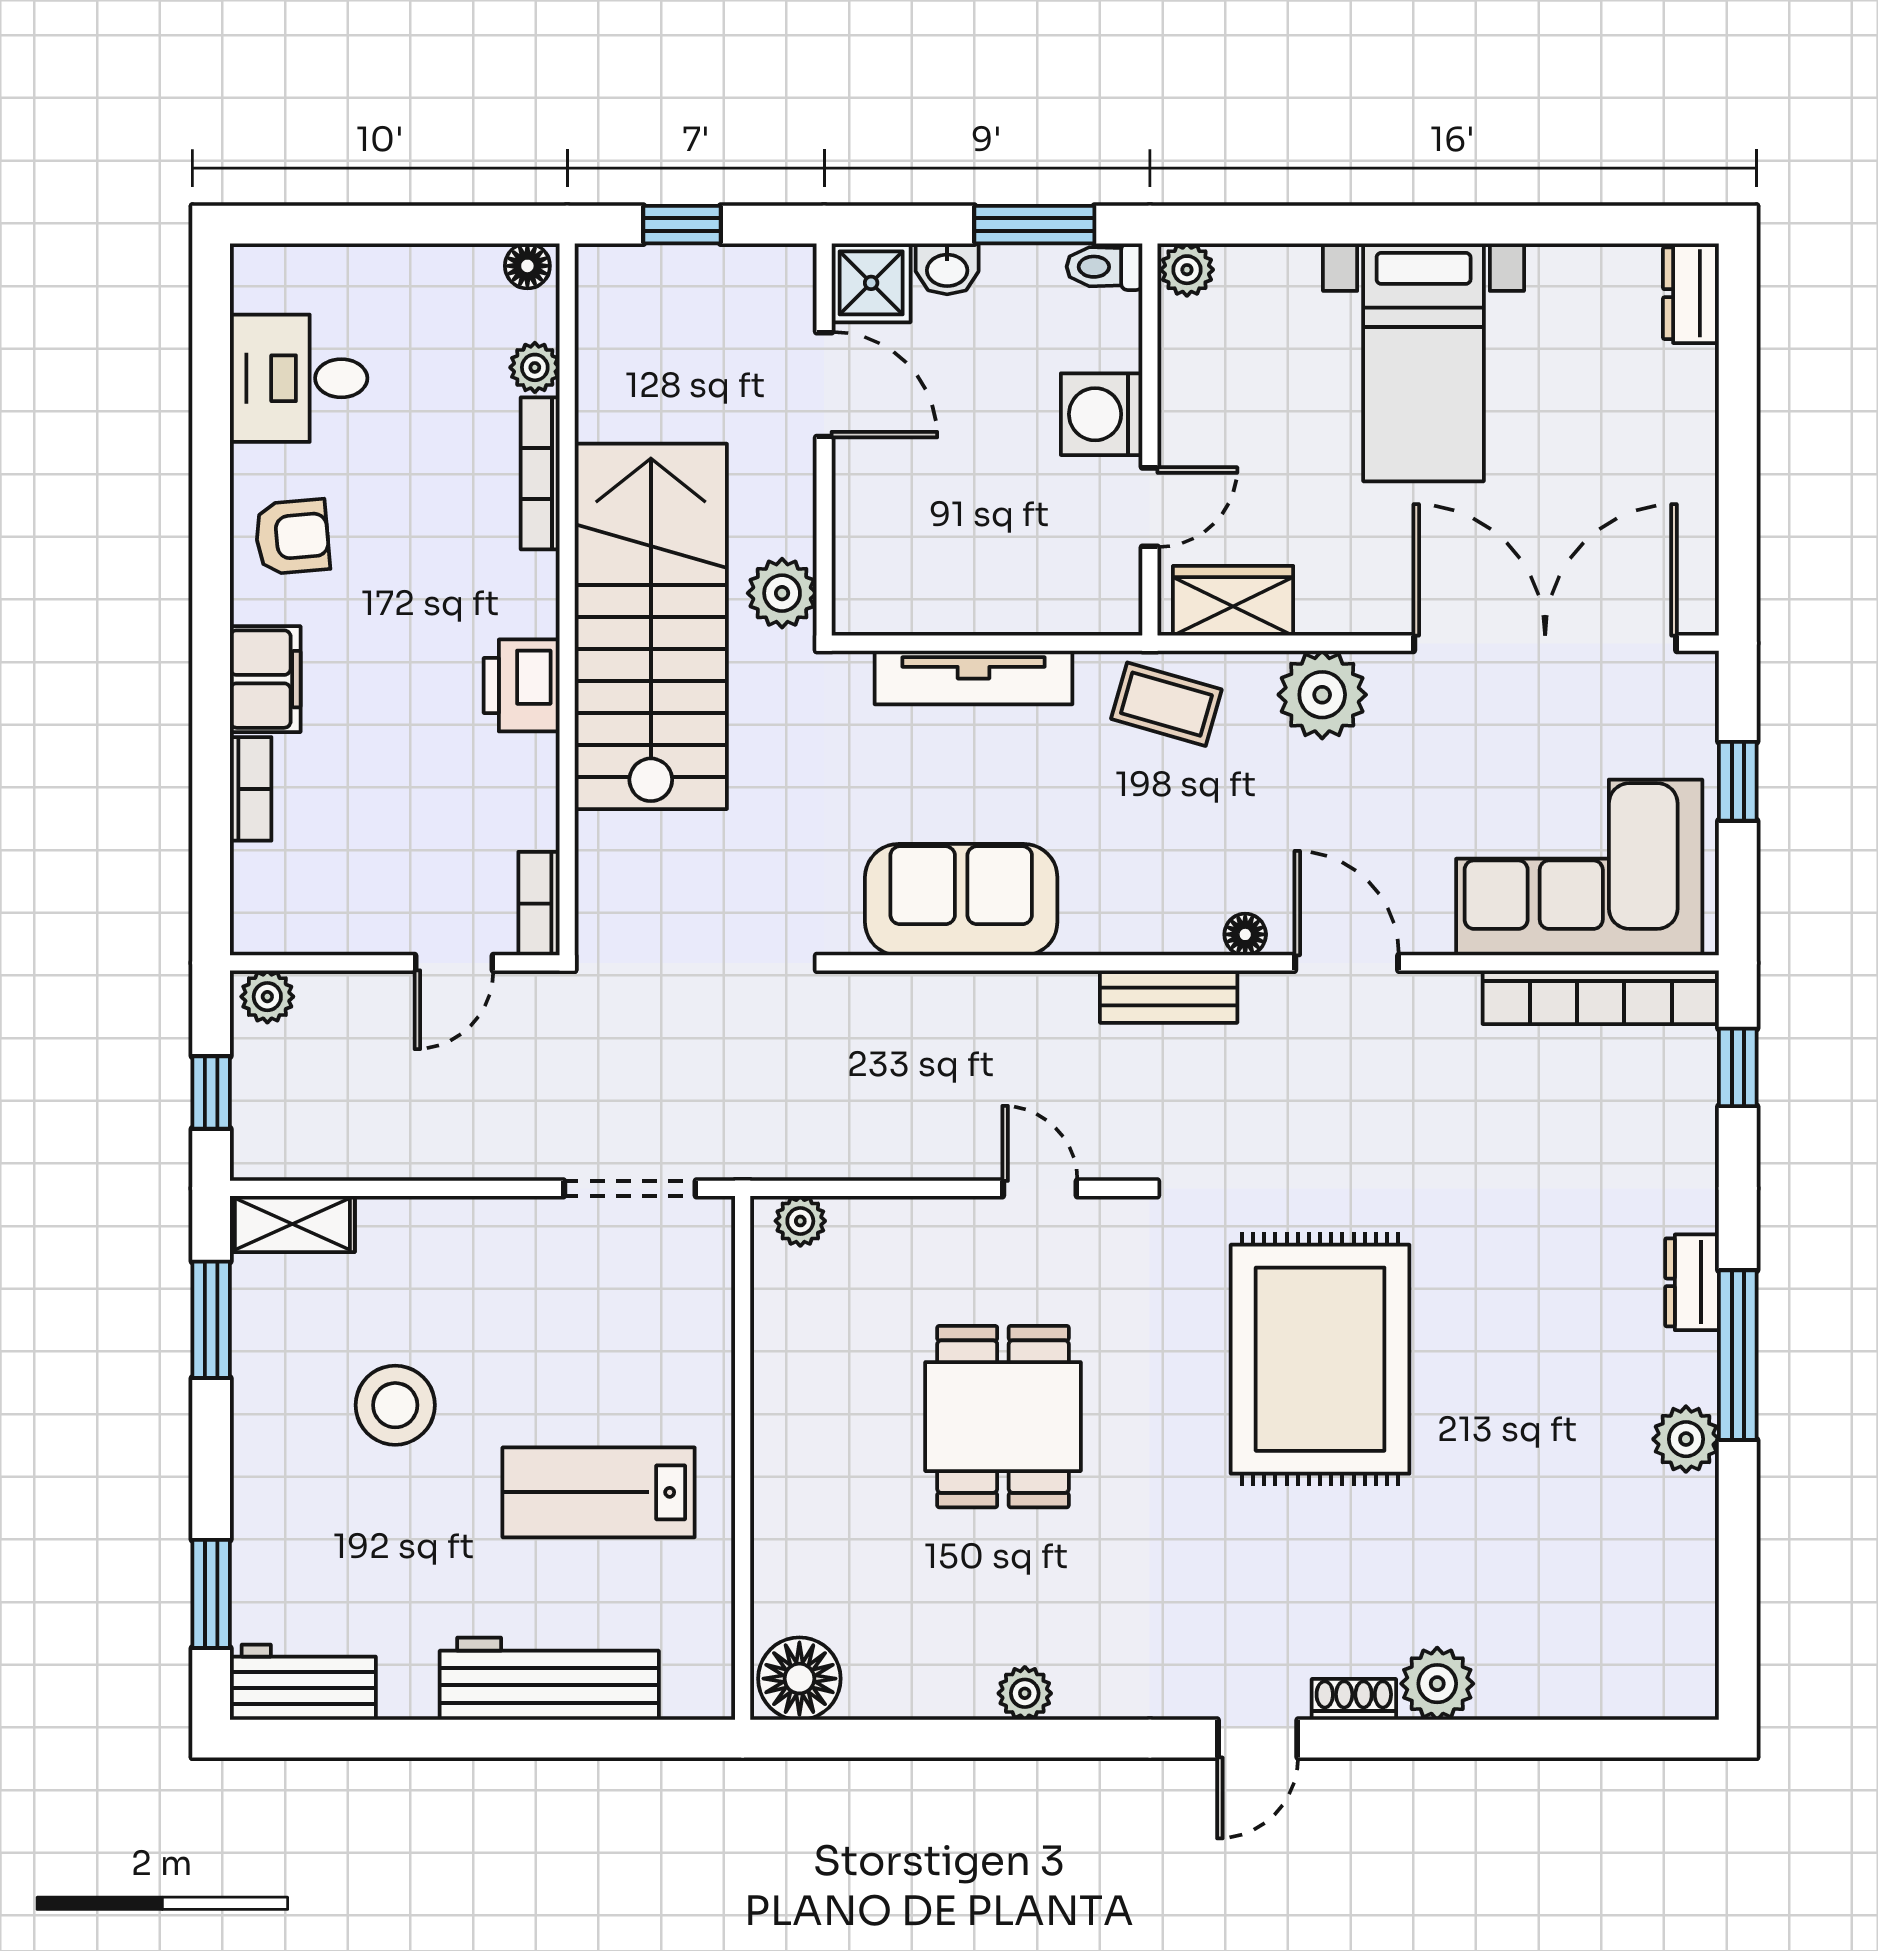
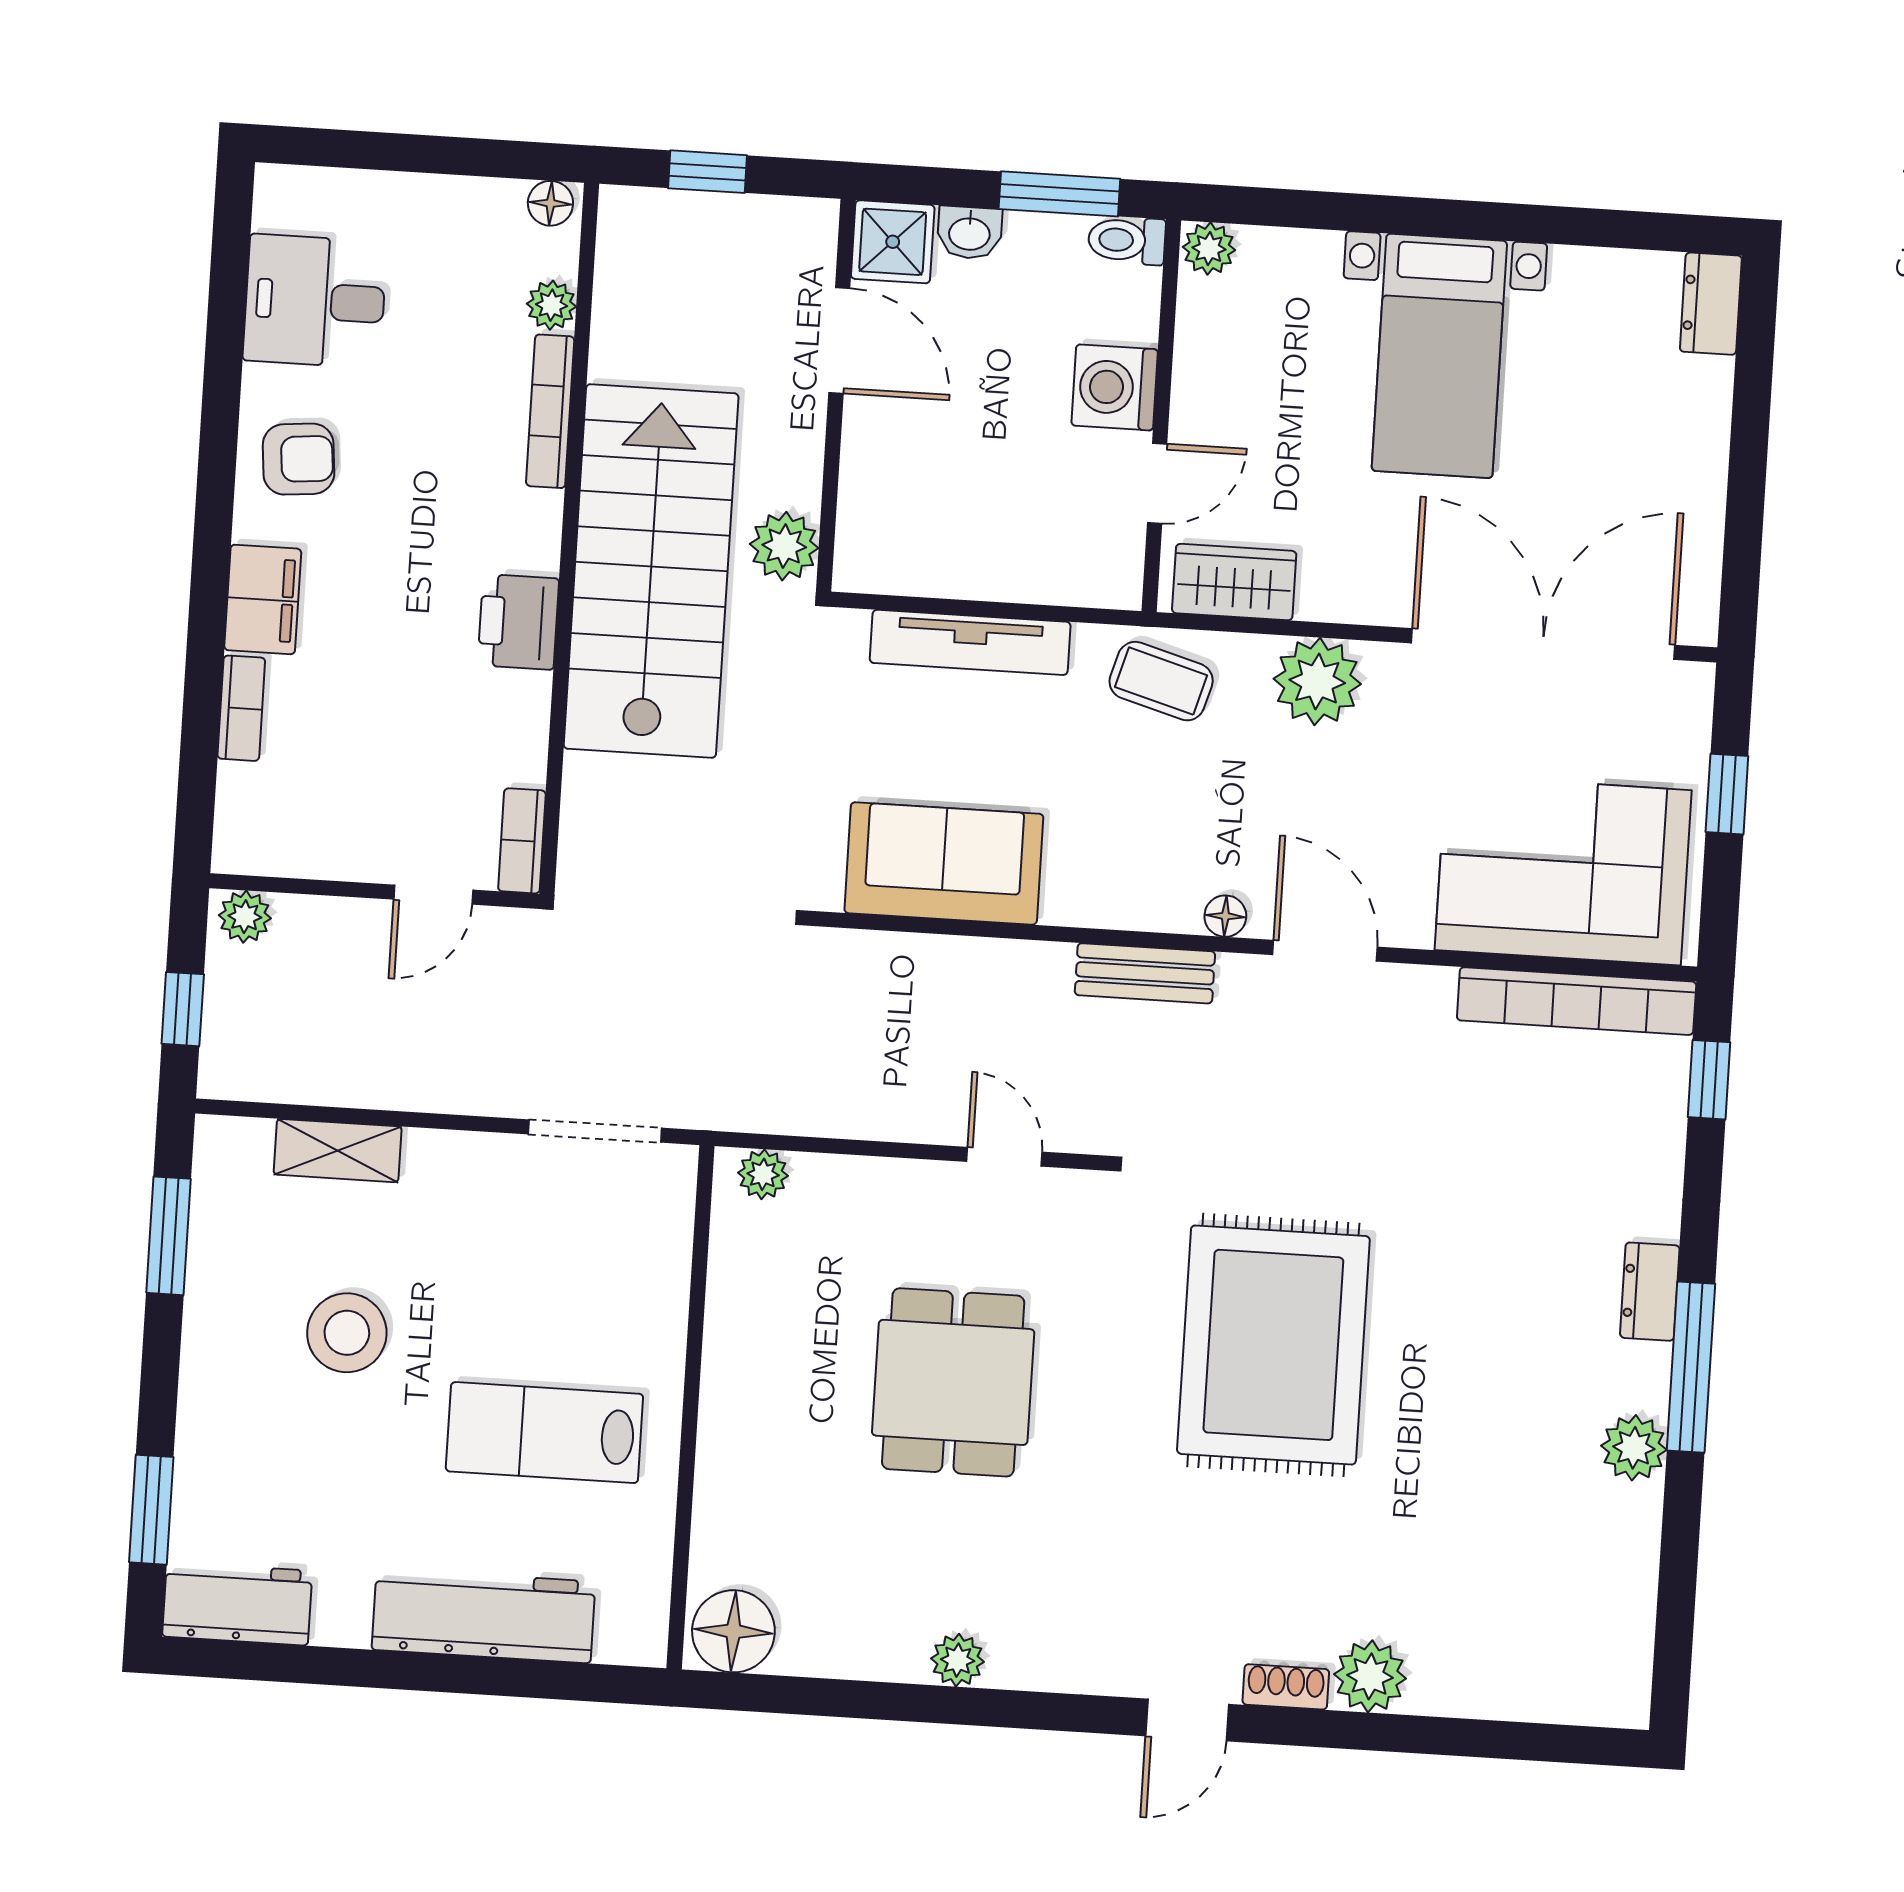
shelving: (292, 1224) -> (338, 1151), moved

